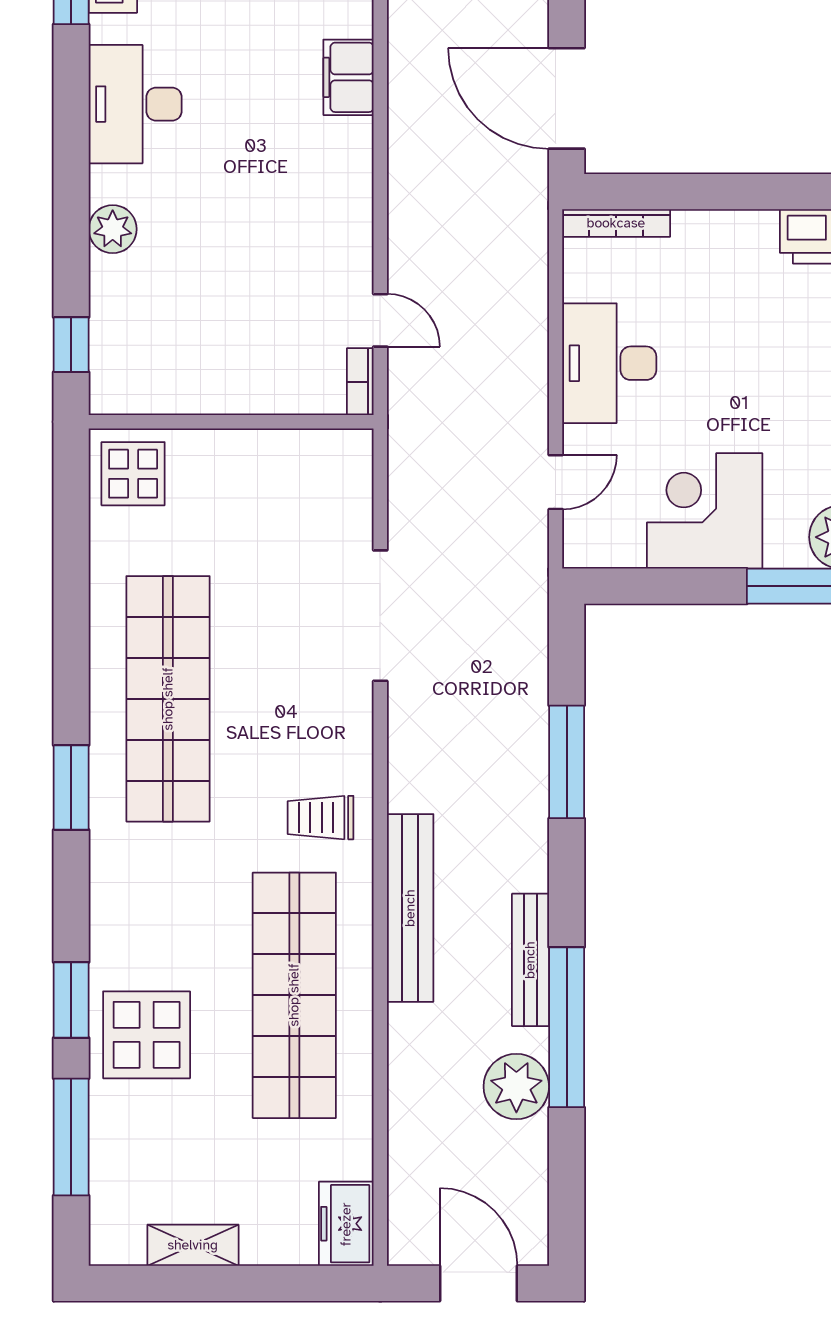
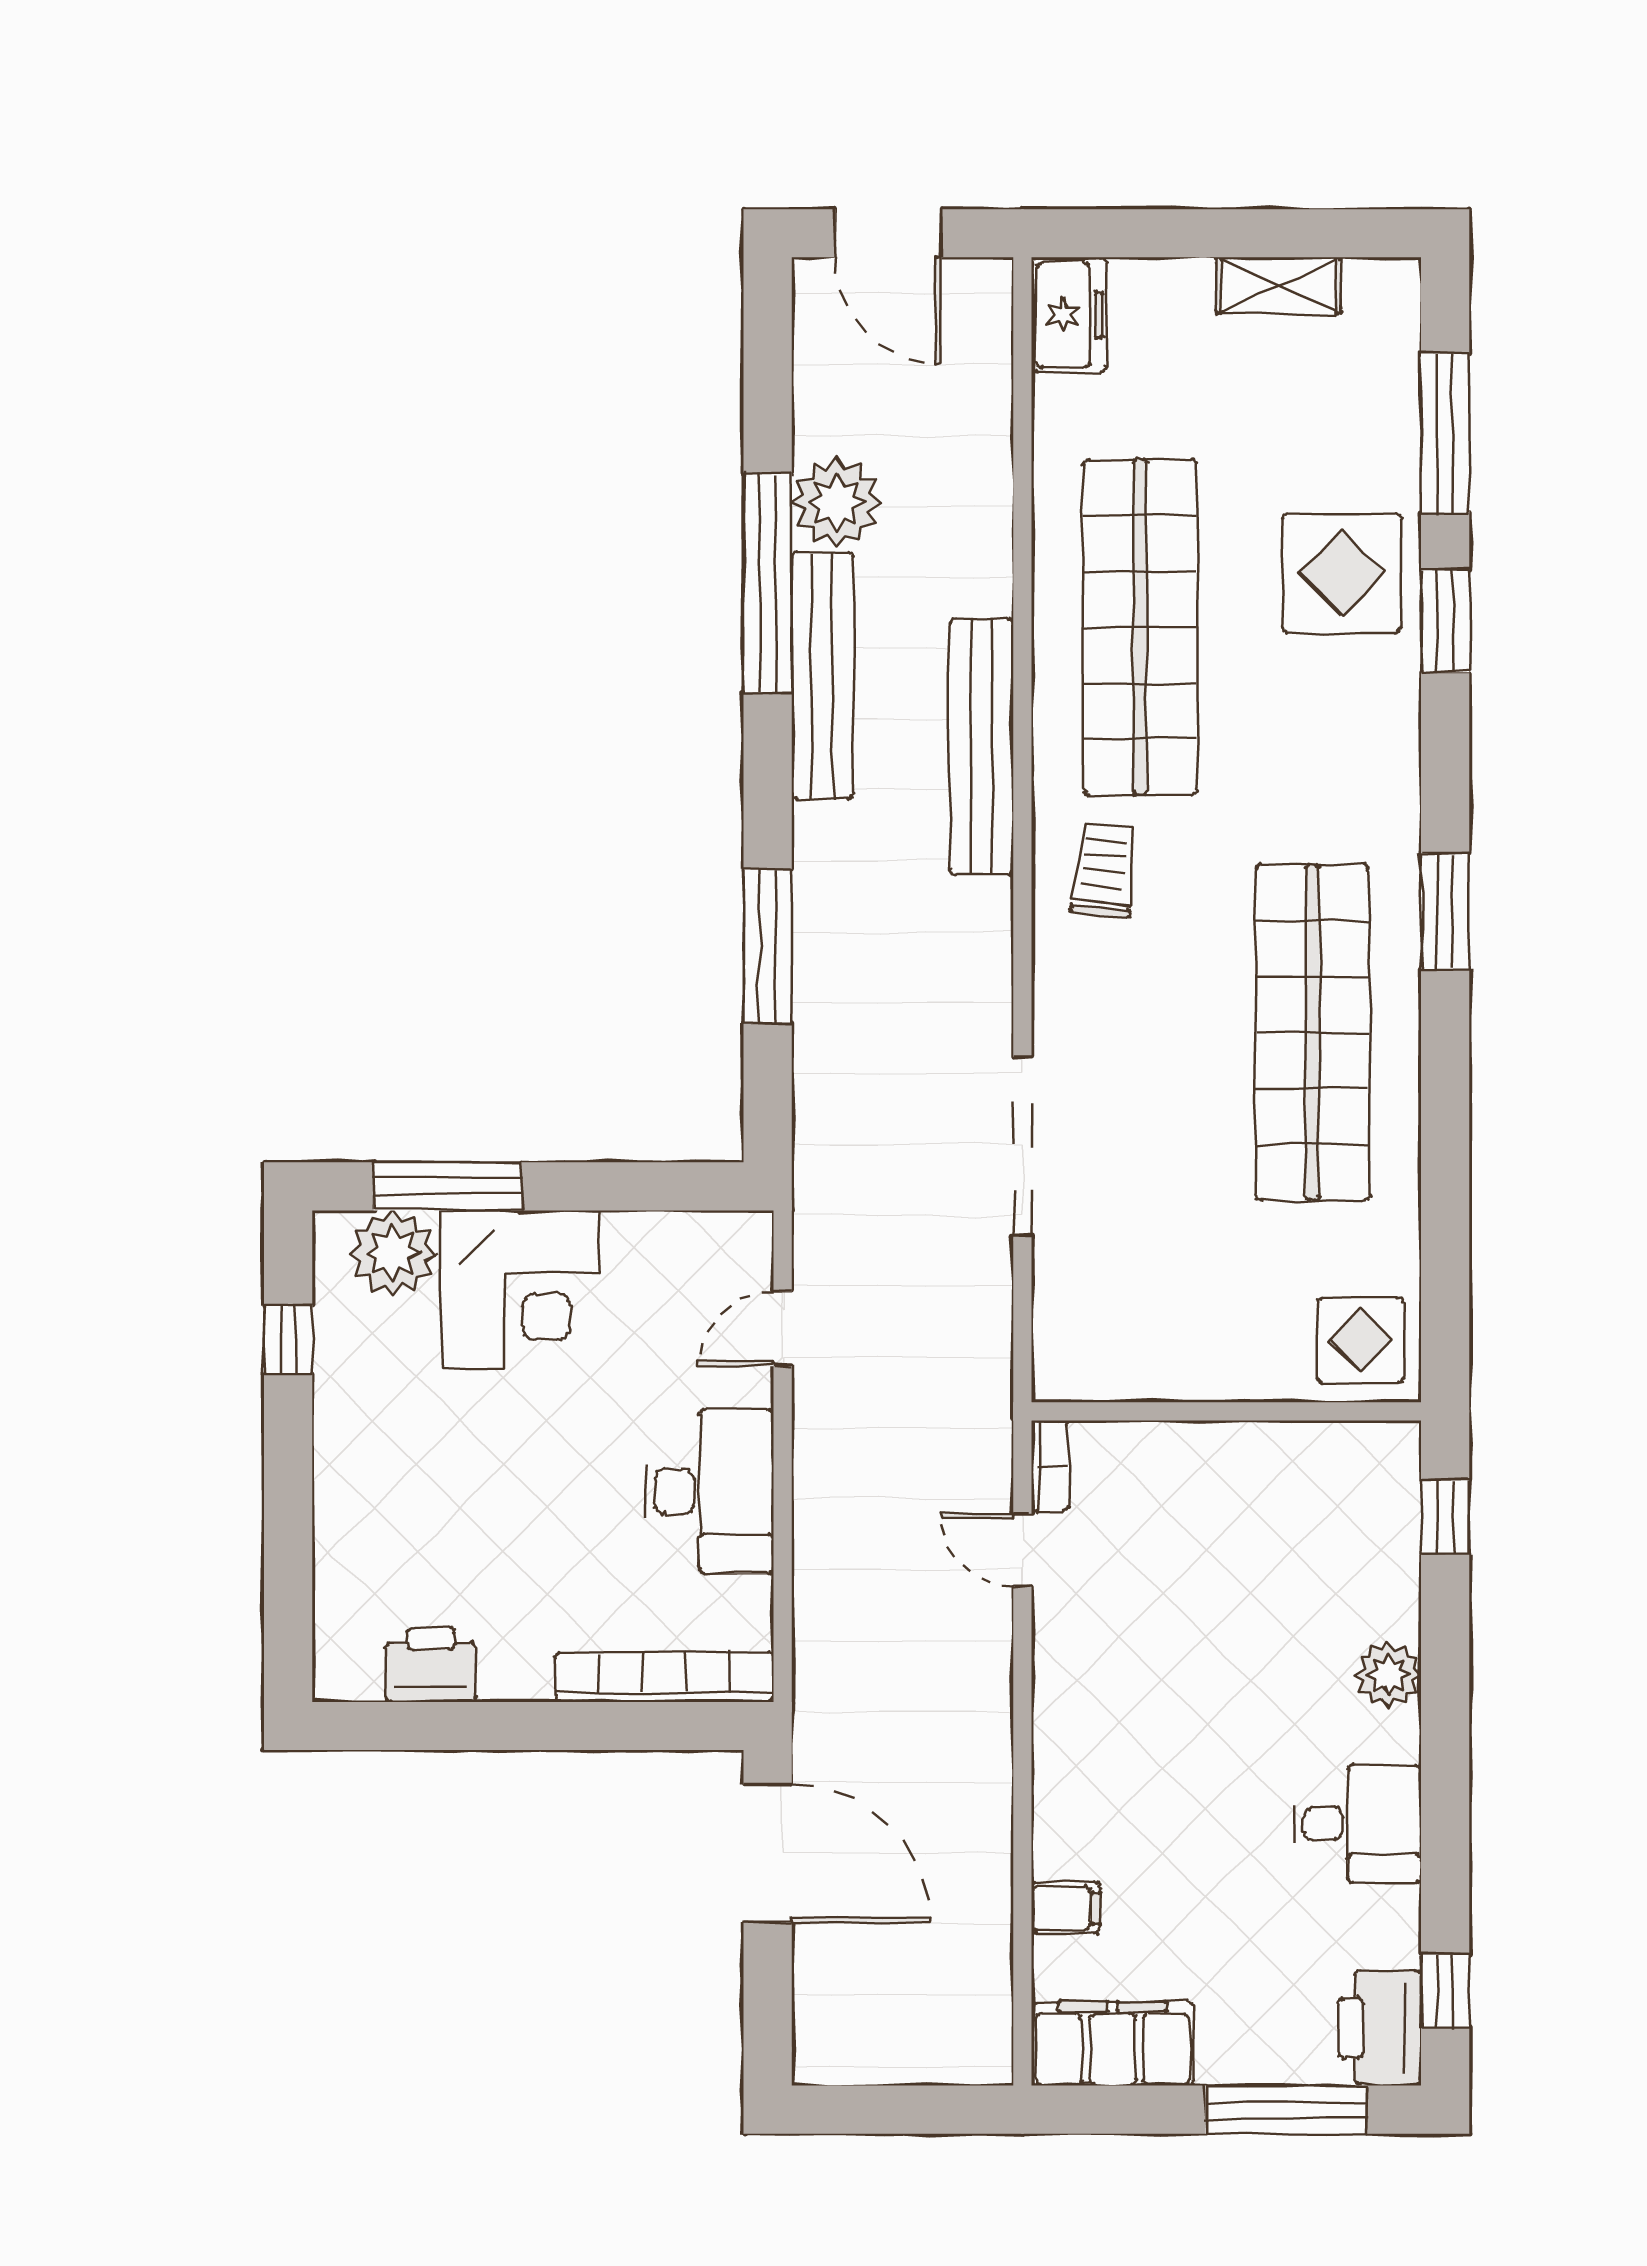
filing cabinet: (348, 77) -> (1066, 1908), width x0.50
desk: (135, 104) -> (1358, 1824), width x0.73
bookcase: (616, 223) -> (664, 1677), width x1.48, depth x1.31
corner desk: (705, 511) -> (520, 1289), moved
trolley: (321, 818) -> (1104, 870), turned -84
bench: (530, 960) -> (822, 676), width x1.37, depth x1.21

